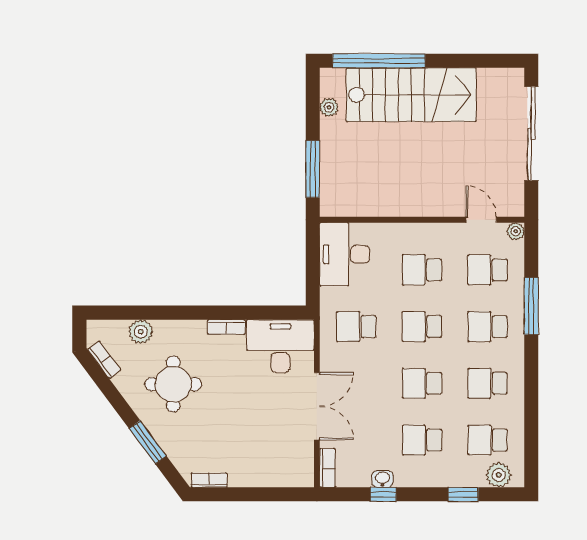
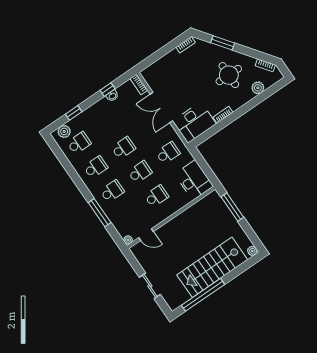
window: (379, 61) -> (203, 295), moved
plant: (329, 107) -> (252, 251), moved
sliding door: (531, 134) -> (150, 286), width x0.54
school desk: (488, 270) -> (129, 215), removed
school desk: (422, 440) -> (107, 124), removed

